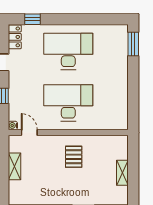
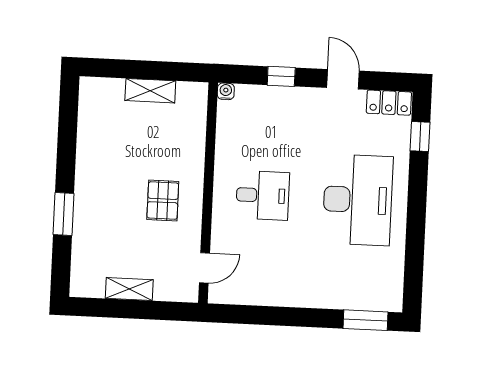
desk: (68, 103) -> (263, 195), width x0.53, depth x0.77
door: (29, 133) -> (204, 268), moved
pallet: (74, 157) -> (163, 201), turned 90

